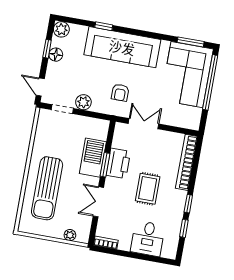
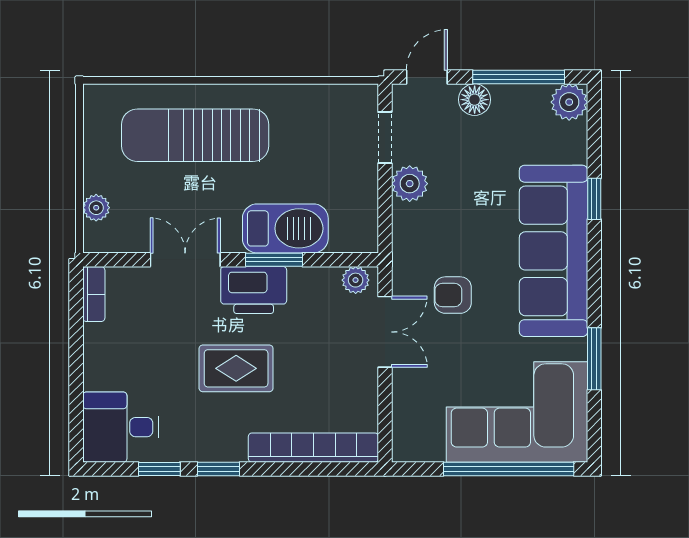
window: (191, 42) -> (594, 359), moved
window: (47, 49) -> (519, 77), width x2.17
floor lamp: (56, 55) -> (475, 100), moved
armchair: (120, 93) -> (453, 295), moved
plant: (120, 132) -> (356, 280), added
printer: (118, 163) -> (254, 290), moved
desk: (148, 238) -> (121, 427), moved

